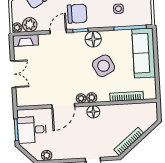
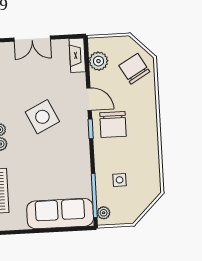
plant: (17, 28) -> (104, 213), moved
floor lamp: (93, 39) -> (79, 146), removed
side table: (104, 66) -> (42, 117), moved

